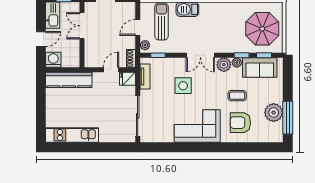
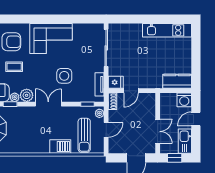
kitchen counter: (69, 80) -> (177, 81), width x0.67

